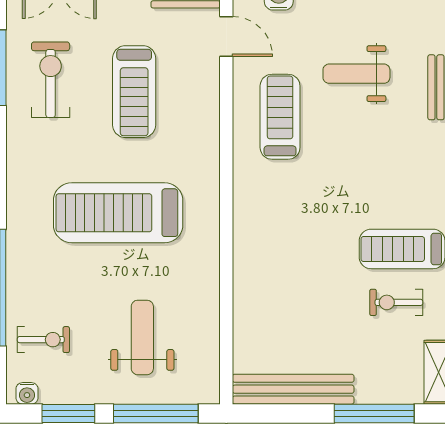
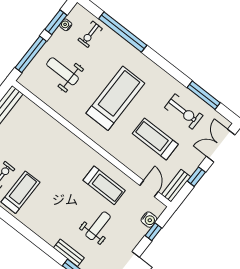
door: (226, 37) -> (149, 189), swing flipped
weight bench: (142, 337) -> (63, 71), turned 180
water cooler: (27, 393) -> (66, 25), moved

